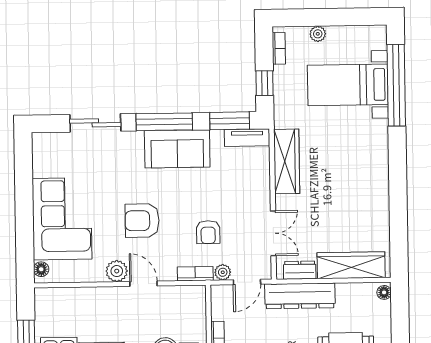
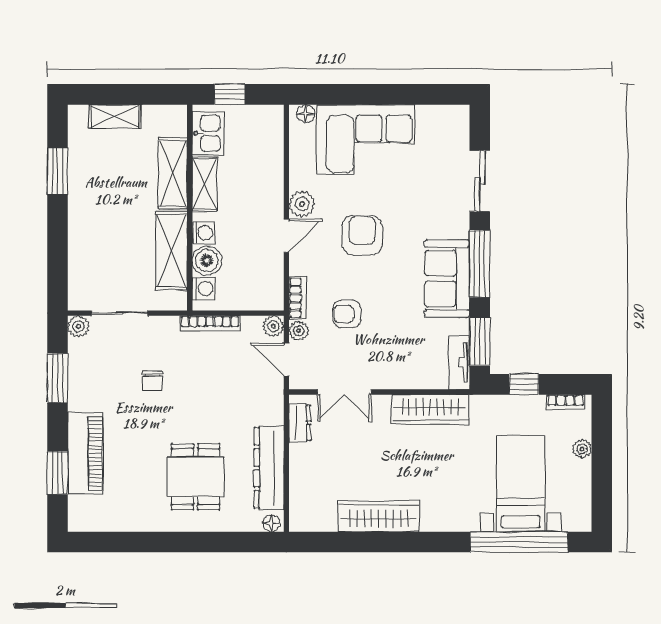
wardrobe: (351, 265) -> (379, 516), moved, turned -90
plant: (219, 293) -> (273, 326), added
dresser: (300, 296) -> (269, 468), moved

